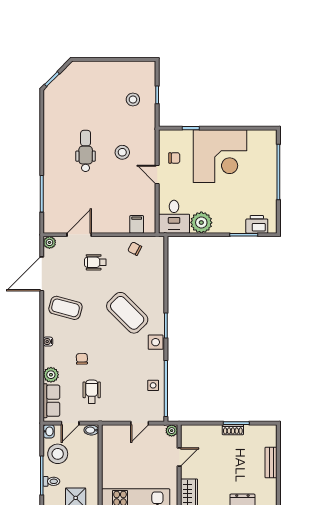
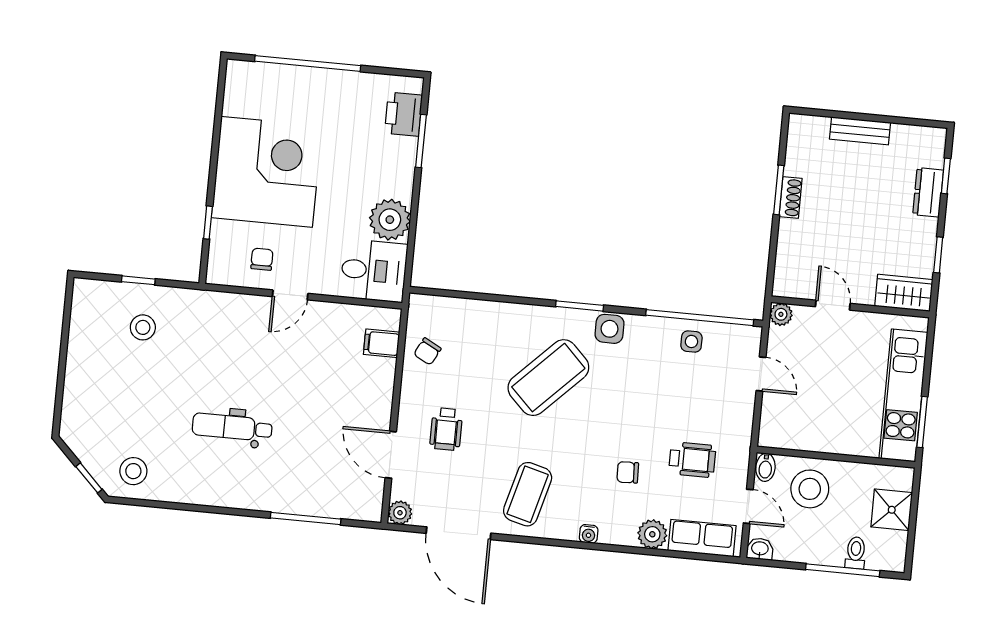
stool: (122, 152) -> (133, 471), moved
wheelchair: (92, 392) -> (692, 460), turned 180
stool: (58, 454) -> (810, 489), moved

